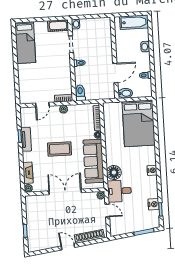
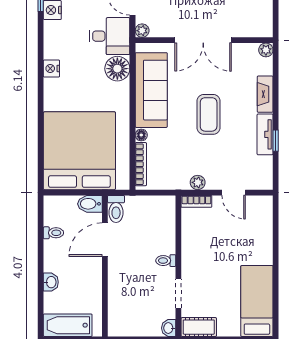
toilet: (80, 93) -> (116, 209), moved
door: (42, 105) -> (234, 193), swing flipped
bed: (139, 123) -> (79, 151), width x1.36
coffee table: (60, 149) -> (209, 114), turned 90
fireplace: (28, 173) -> (265, 94), moved

